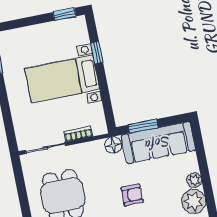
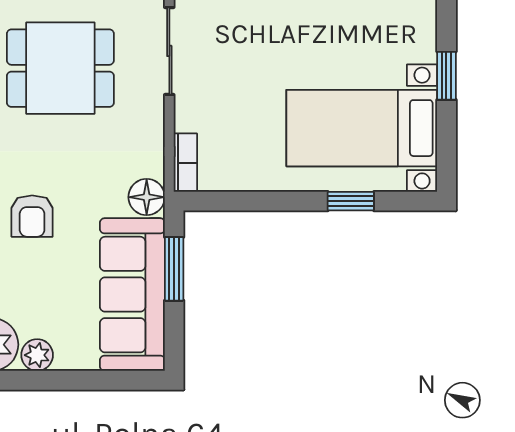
window: (64, 14) -> (446, 76), moved
bed with nightstands: (62, 79) -> (362, 128), moved, turned -90
bookcase: (78, 134) -> (185, 163), moved

